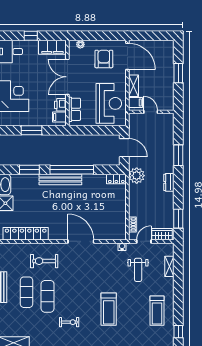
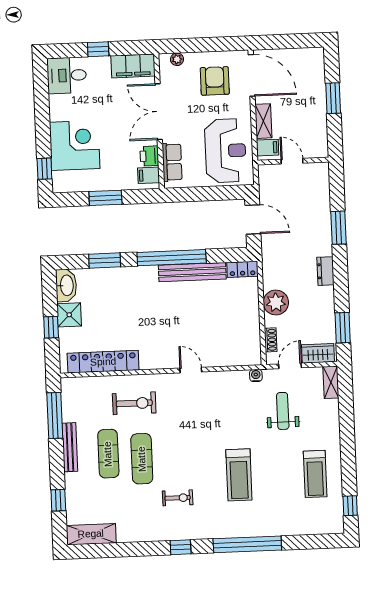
plant: (137, 176) -> (276, 303), moved
bench: (60, 179) -> (192, 272), moved
door: (81, 241) -> (191, 370), width x0.53
exercise bike: (44, 261) -> (134, 403), turned 180
shelving: (169, 266) -> (331, 382), moved
weight bench: (138, 270) -> (283, 411), turned 180

